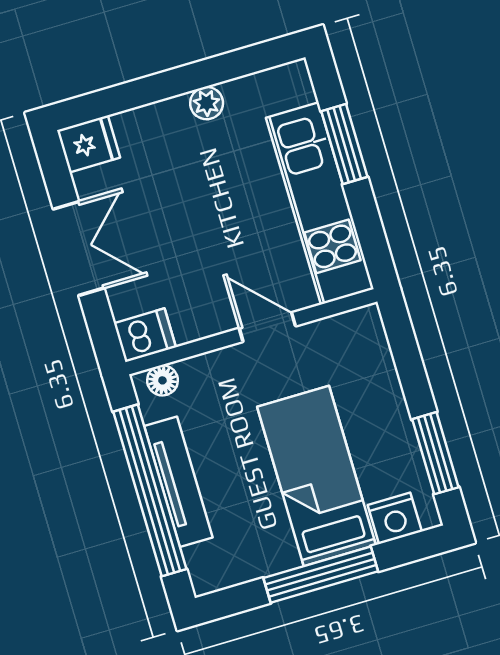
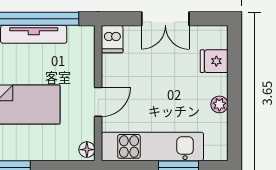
fridge: (89, 144) -> (214, 61), moved, turned 90
floor lamp: (162, 380) -> (87, 150), moved

